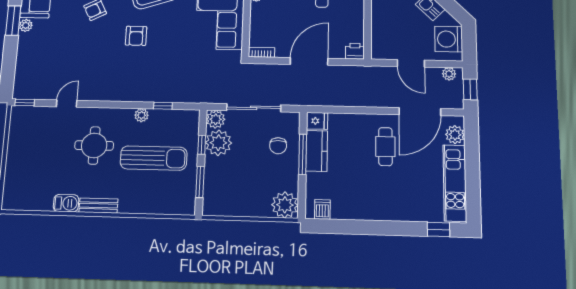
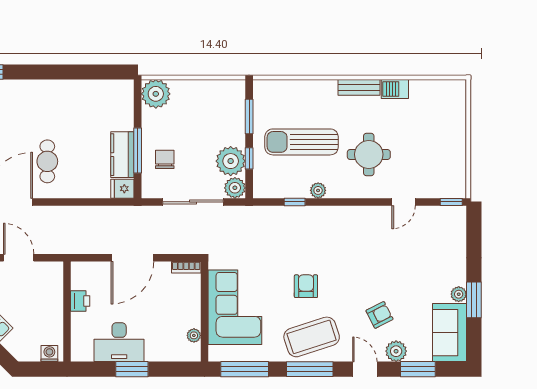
armchair: (136, 36) -> (306, 286), moved
printer: (355, 51) -> (80, 301), moved, turned -90
dishwasher: (322, 209) -> (115, 90), removed

